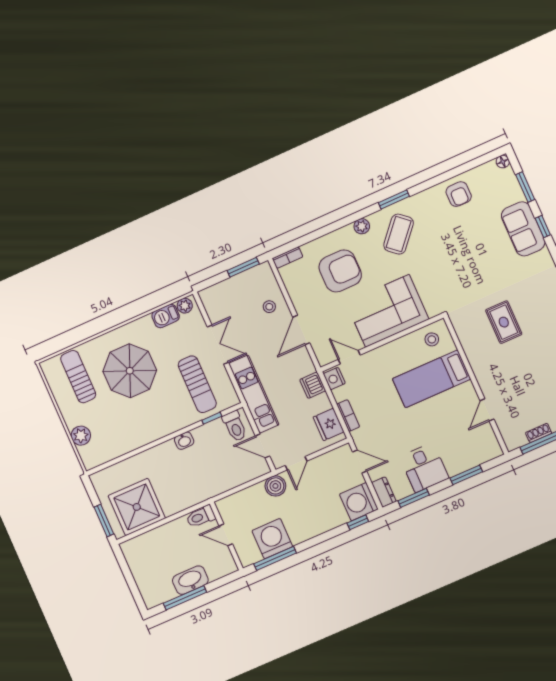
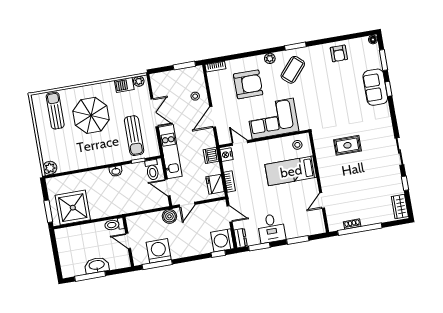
rug: (504, 322) -> (347, 145), turned 90
plant: (81, 436) -> (50, 168), moved

